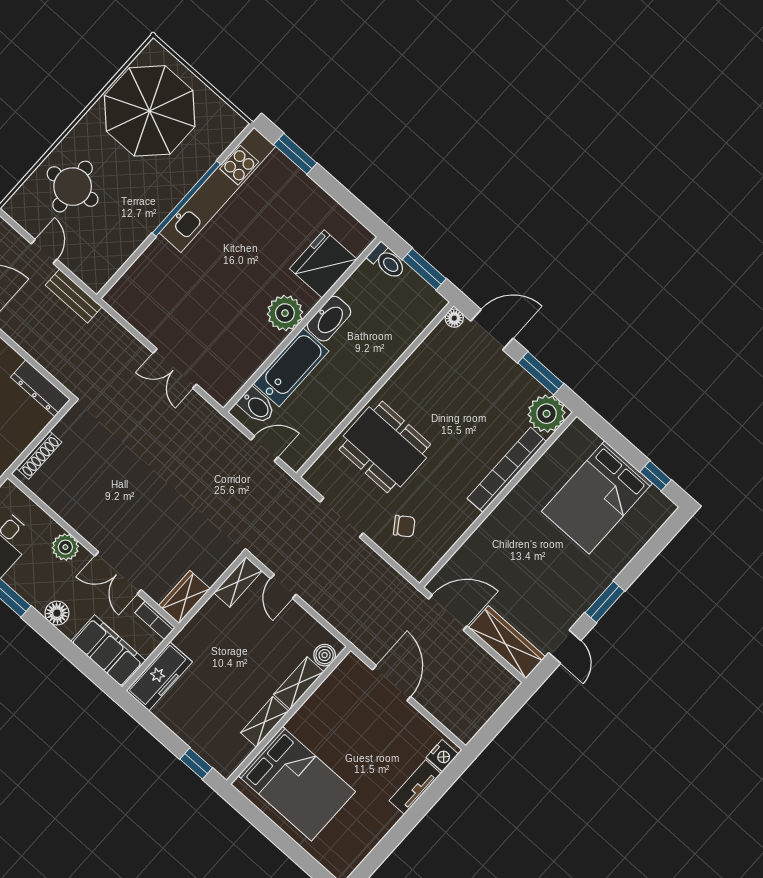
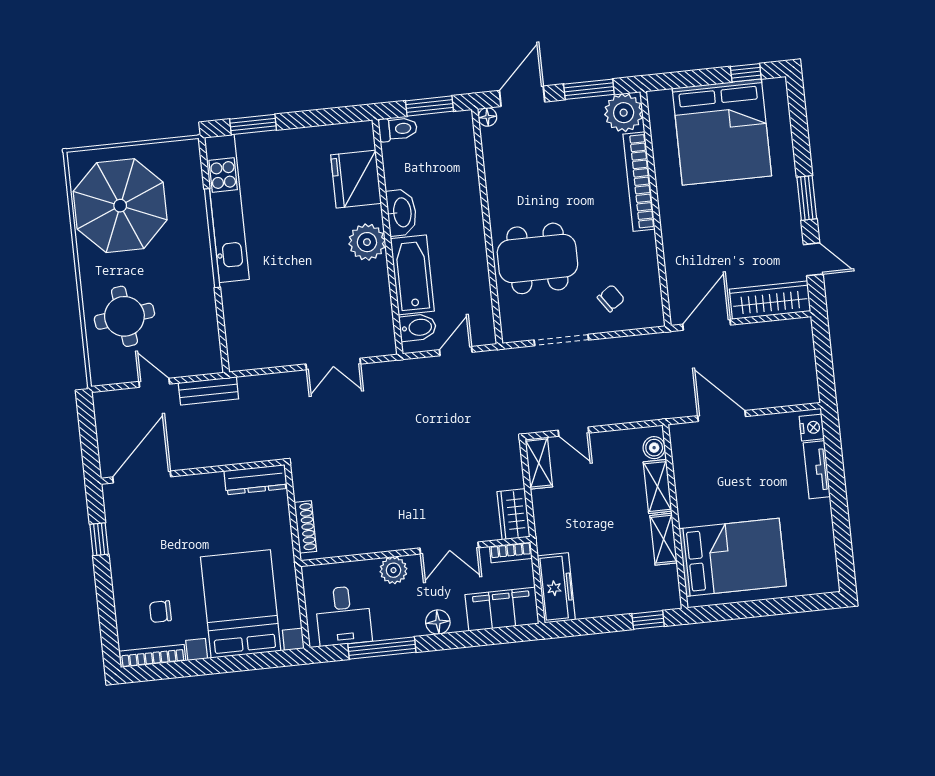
bed: (597, 497) -> (722, 132), width x1.36

